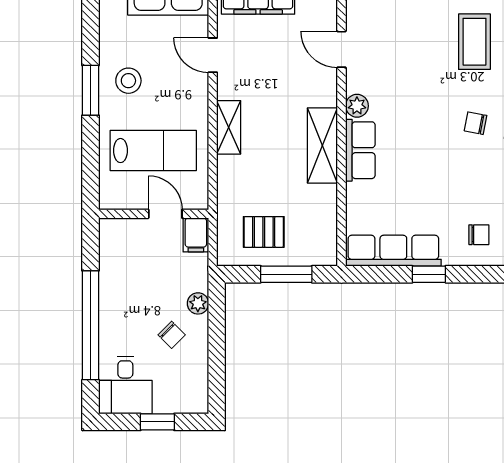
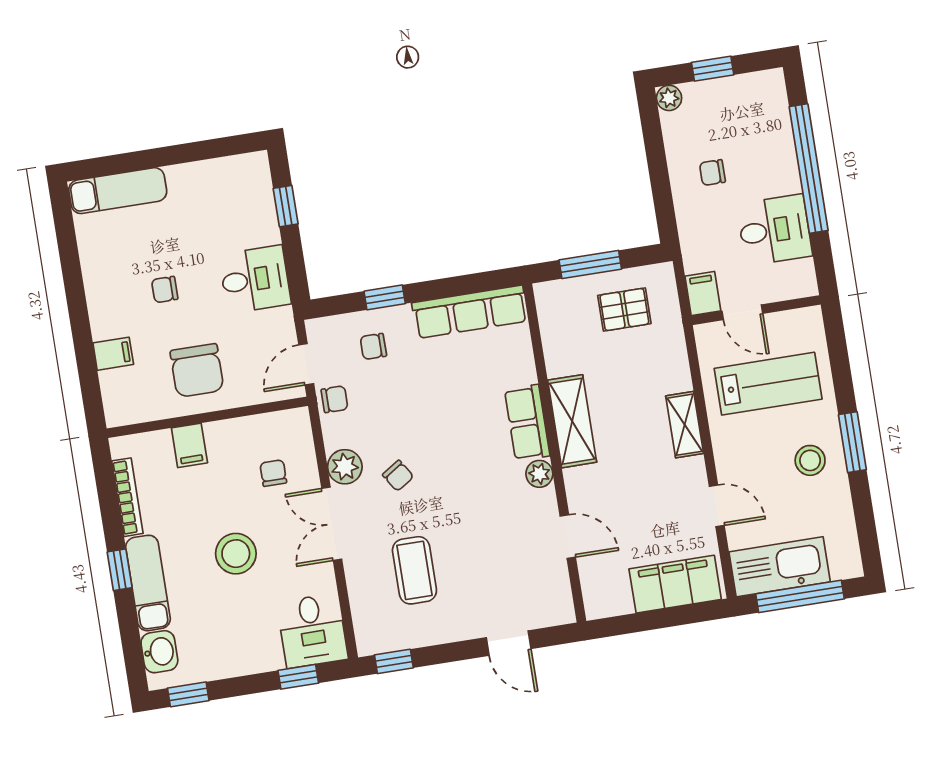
chair: (476, 123) -> (398, 476), turned 46
lab bench: (153, 151) -> (768, 384), turned 180
window: (429, 274) -> (385, 297), moved
plant: (198, 303) -> (669, 98), moved
chair: (172, 335) -> (712, 173), turned -45
desk: (125, 385) -> (774, 230), moved, turned 90

